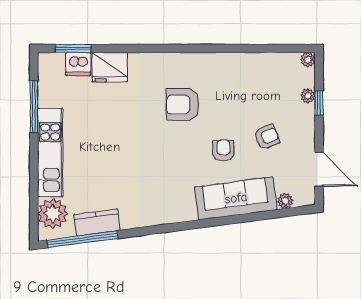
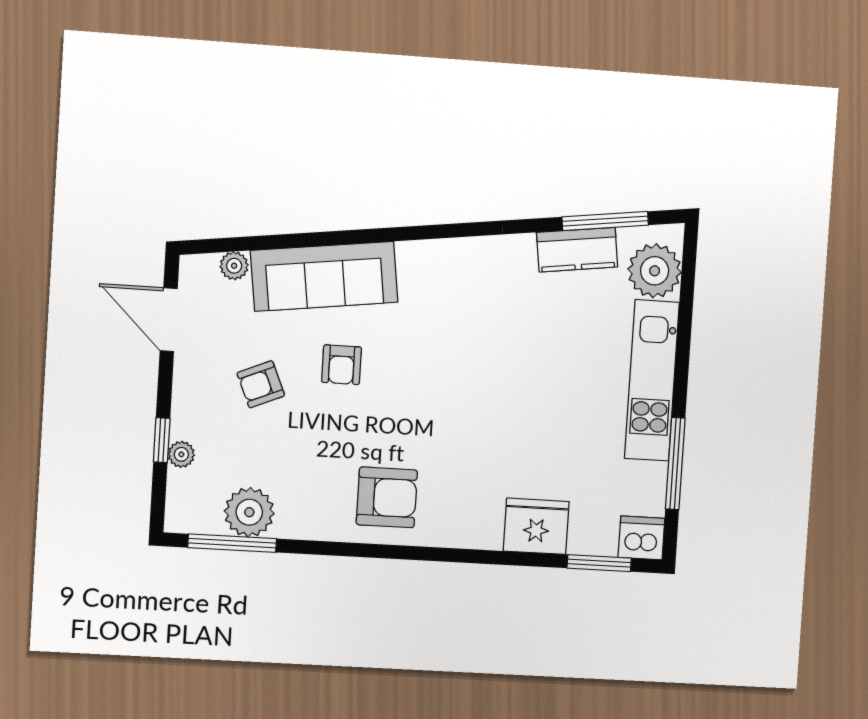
window: (277, 48) -> (232, 543), added
plant: (308, 60) -> (249, 512), moved, width x1.87, depth x1.87
dishwasher: (78, 64) -> (641, 538), moved
armchair: (183, 105) -> (387, 497), moved
window: (82, 239) -> (605, 221), width x0.68

